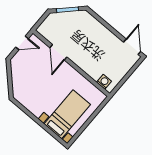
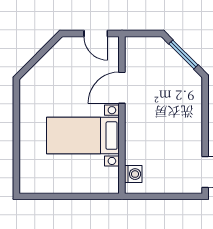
bed with nightstands: (67, 114) -> (83, 136), moved, turned 180

